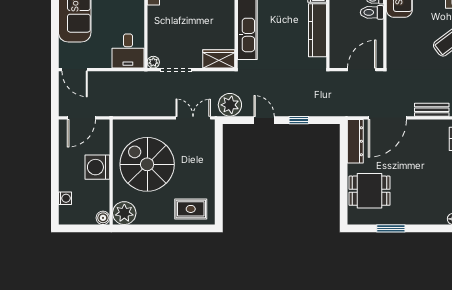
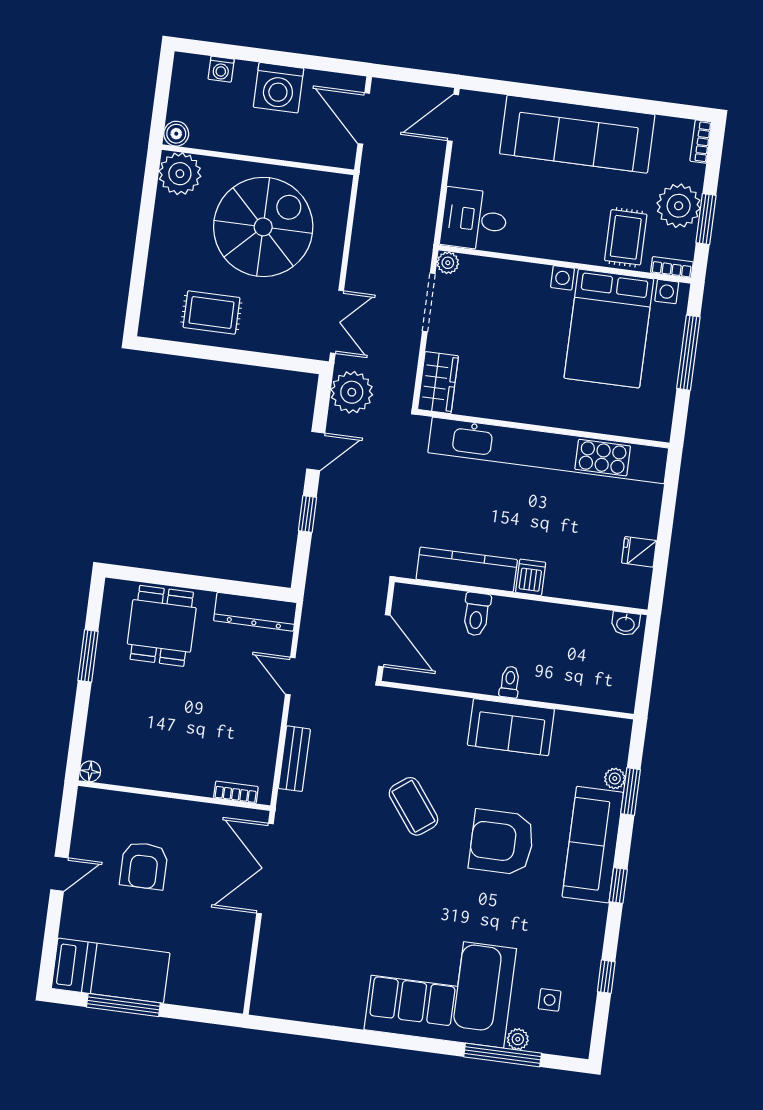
toilet: (372, 12) -> (476, 614), moved, turned 180
door: (387, 118) -> (290, 676), width x0.53
washing machine: (97, 167) -> (279, 88), moved, turned 180
rug: (191, 209) -> (211, 313), moved, turned 90

